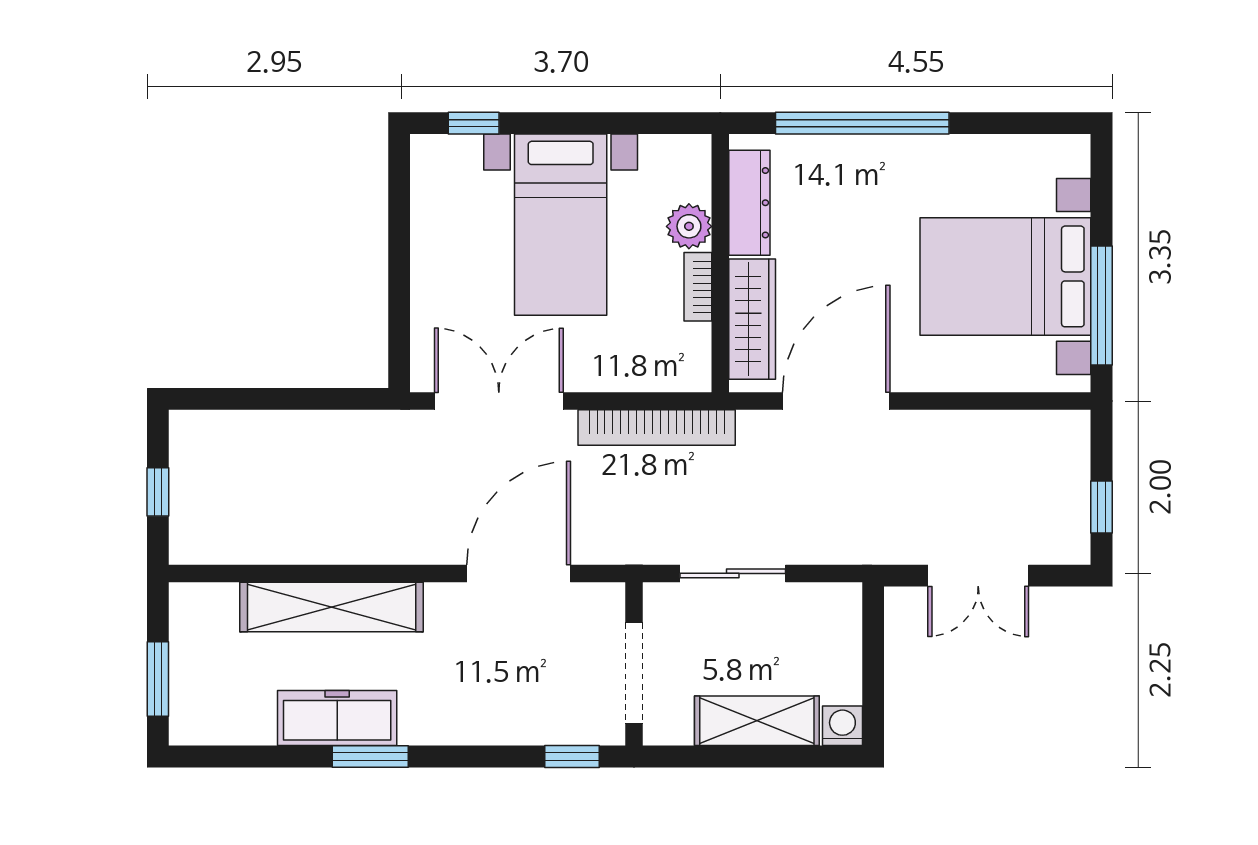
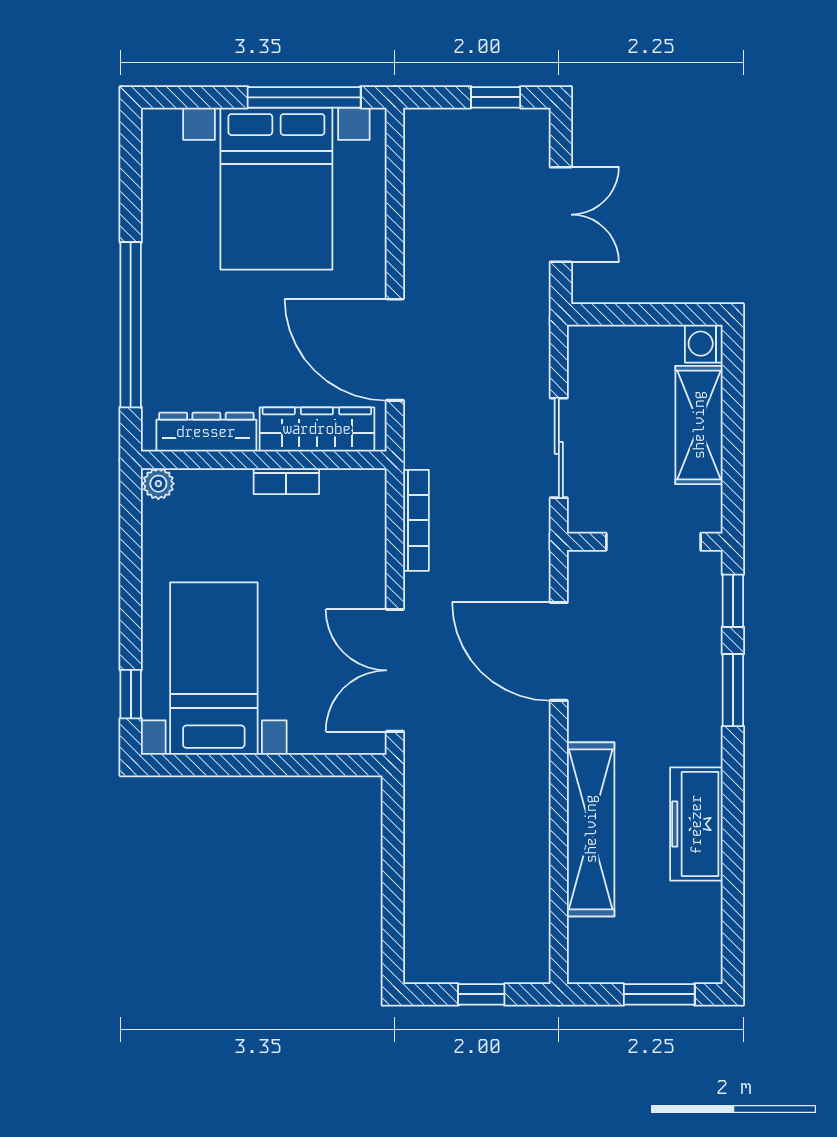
bed with nightstands: (561, 225) -> (214, 669), moved, turned -90
plant: (689, 226) -> (158, 484), moved, width x0.73, depth x0.73
bookcase: (657, 427) -> (416, 520), width x0.68, depth x0.76
window: (370, 757) -> (733, 690), moved

